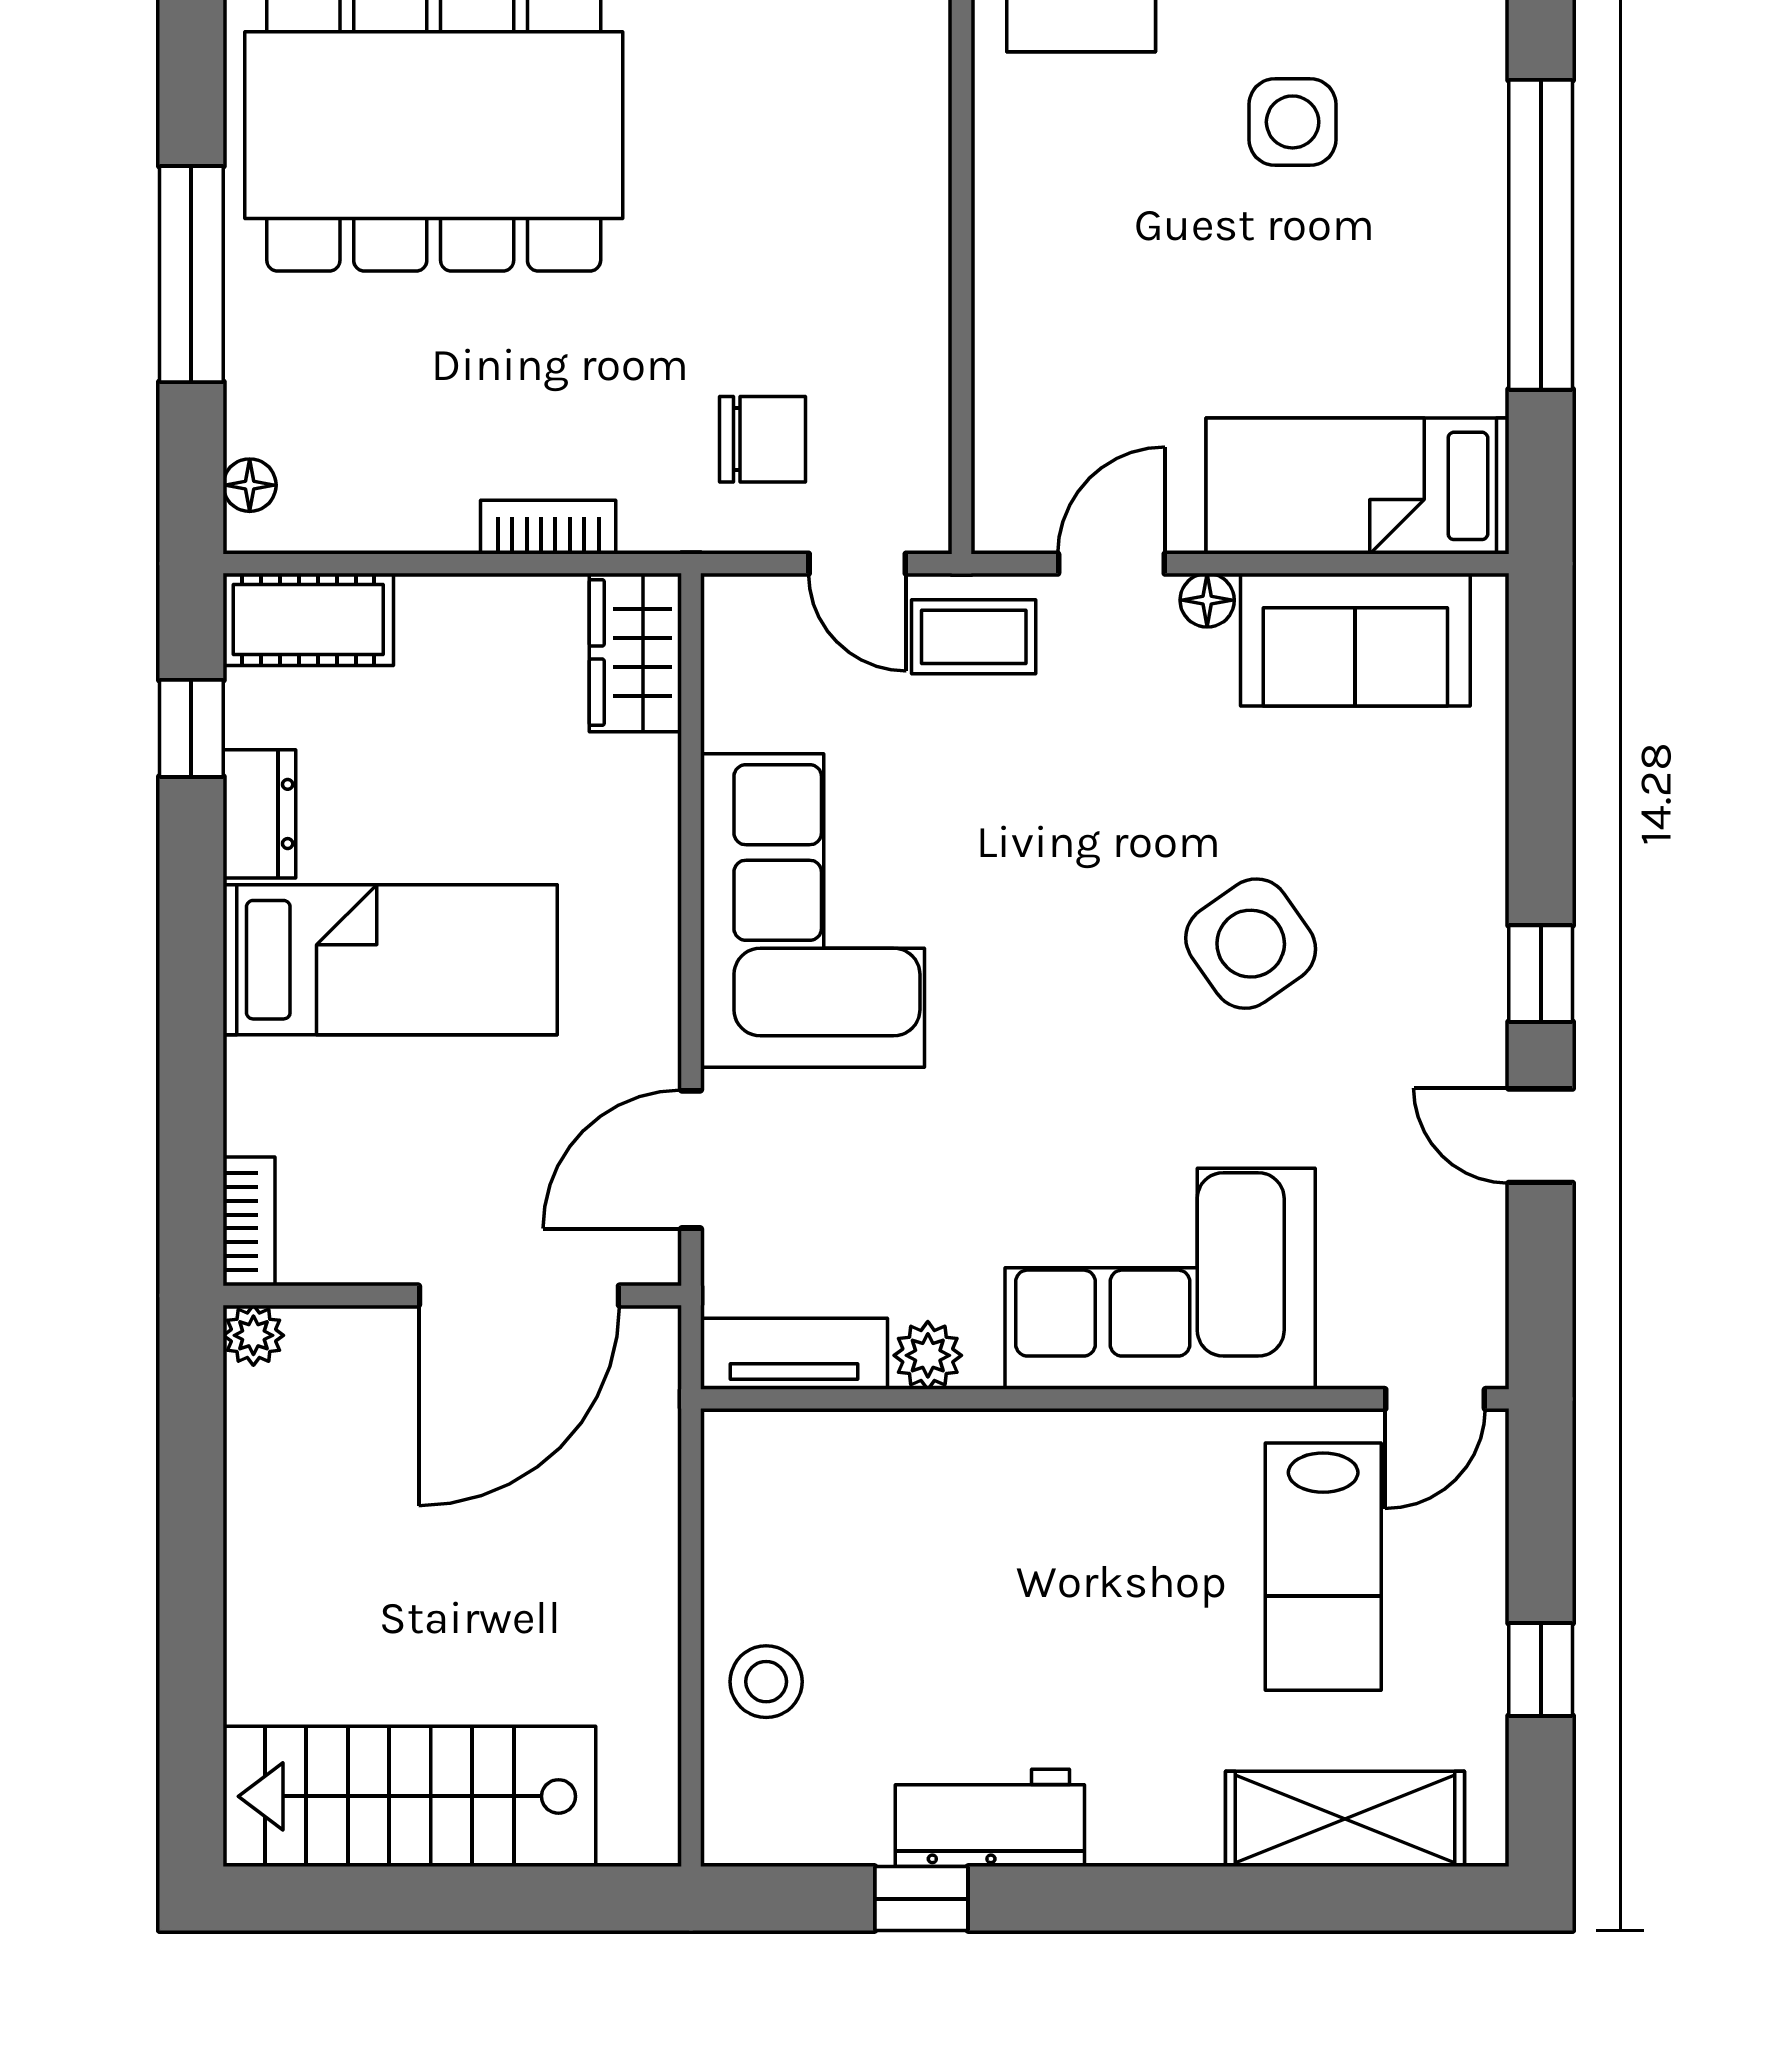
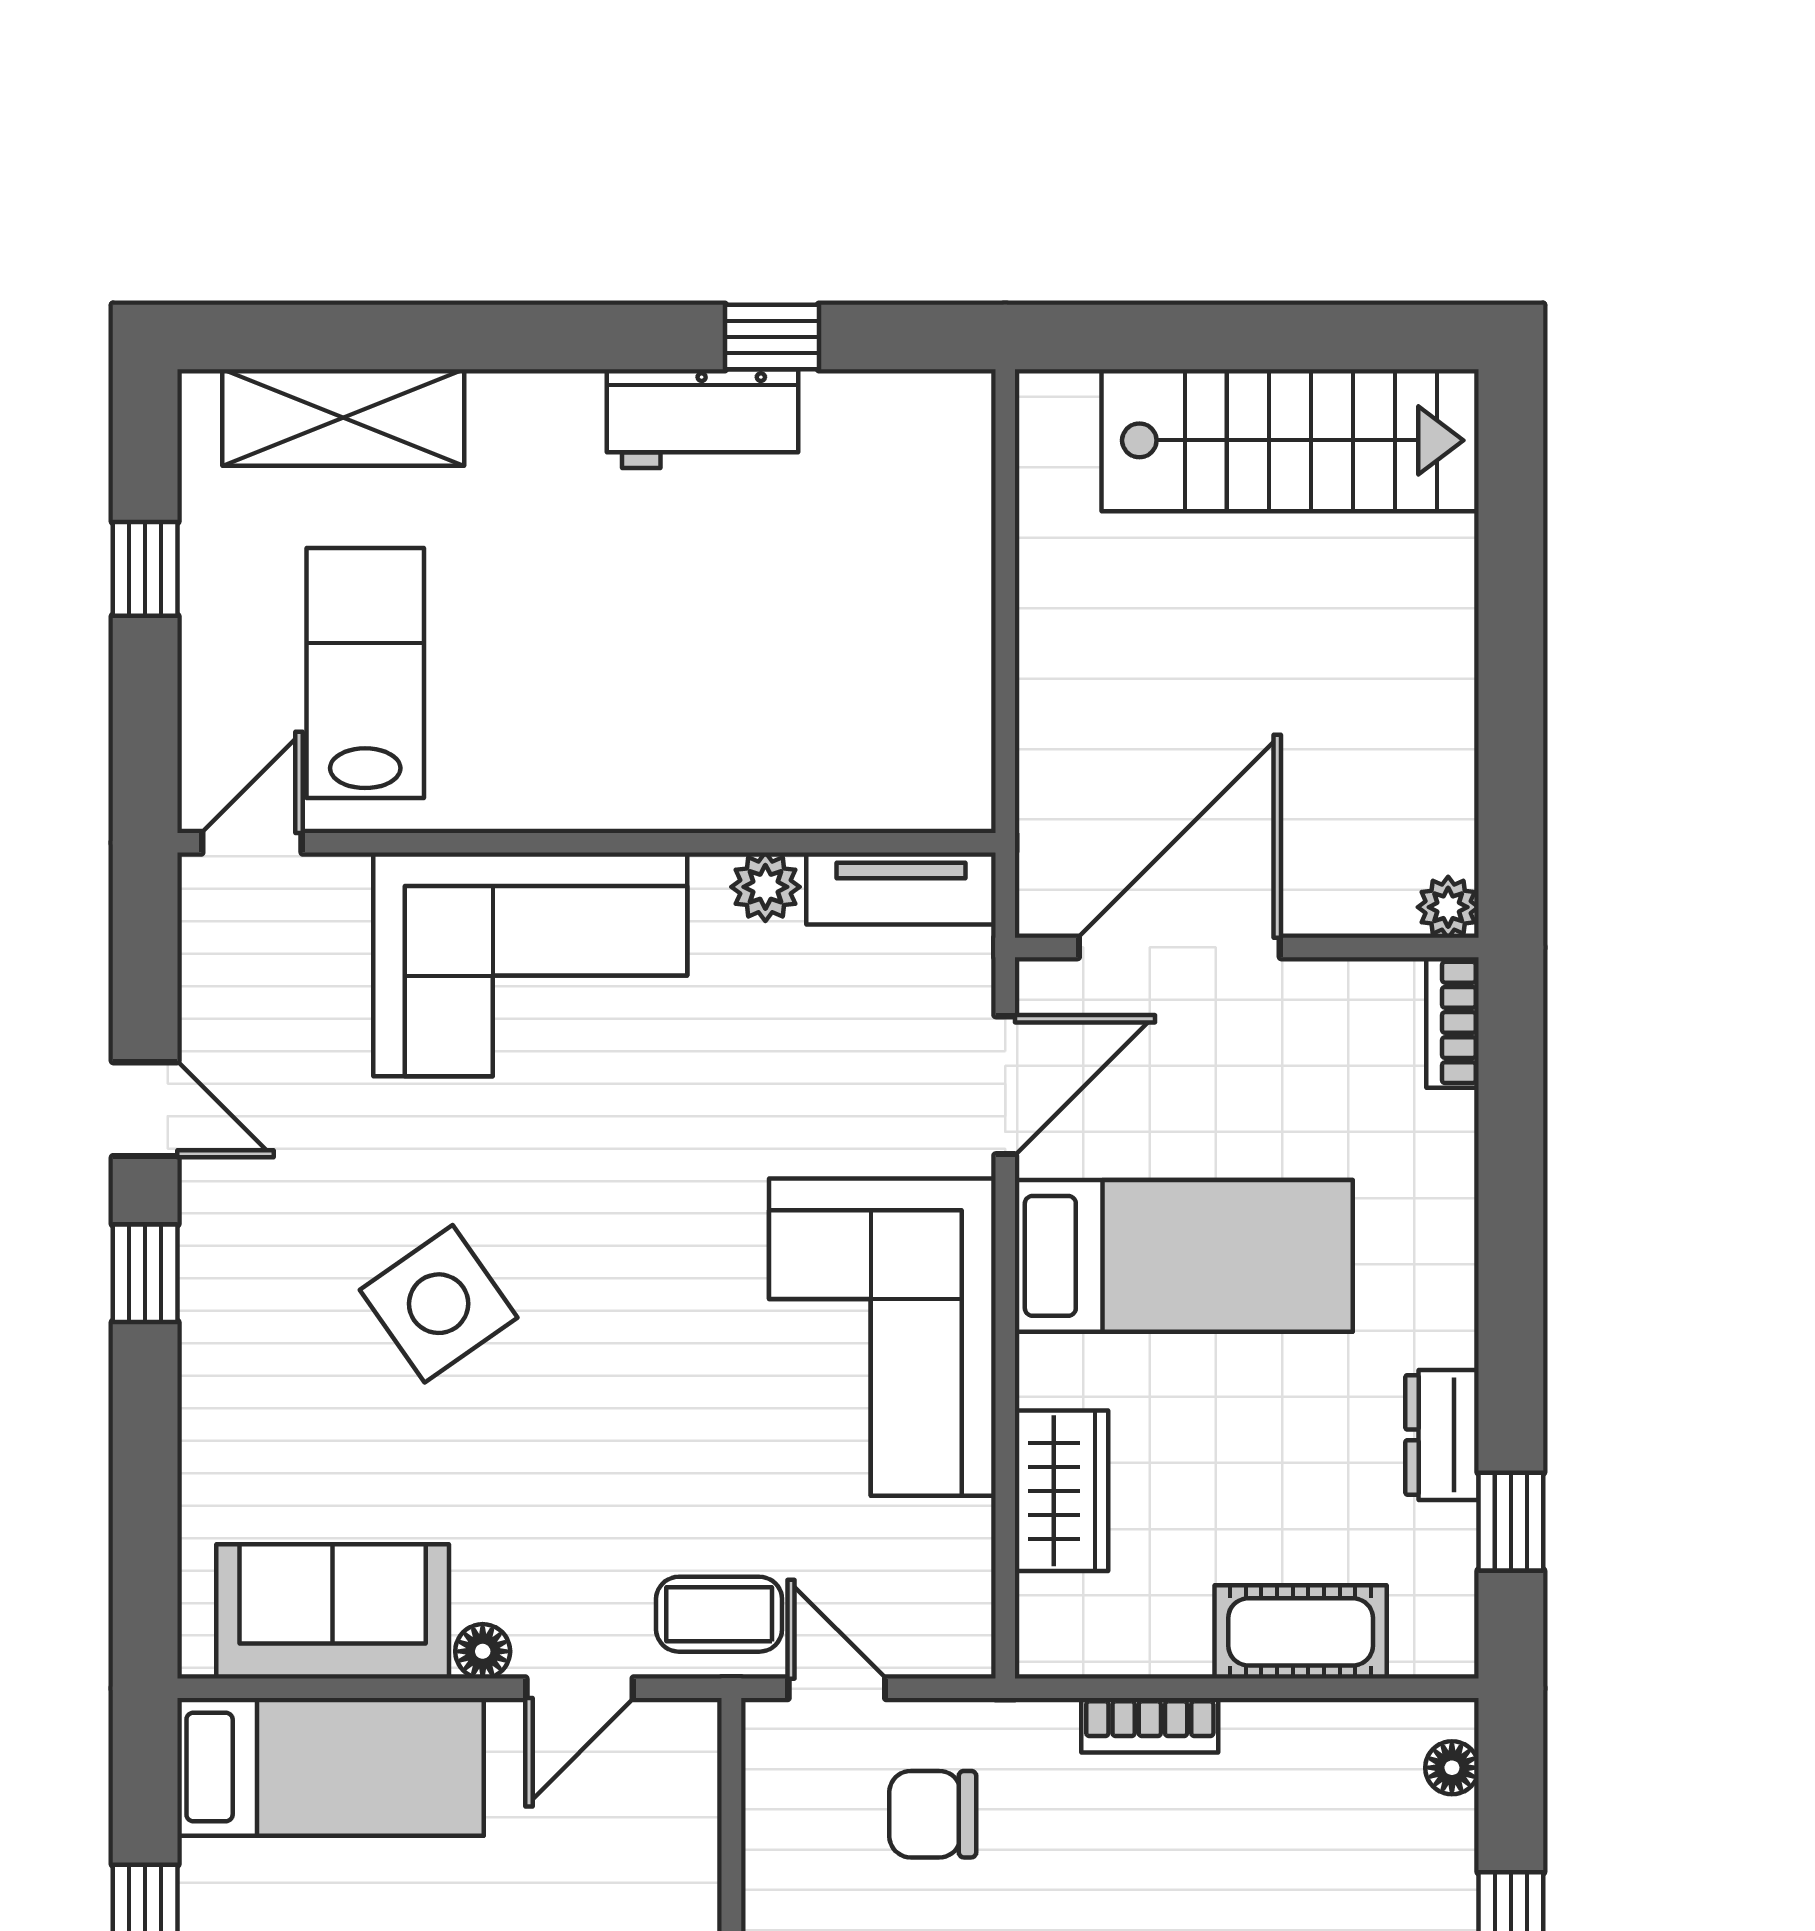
cot: (308, 619) -> (1301, 1632), moved
wardrobe: (635, 653) -> (1061, 1491), moved
bed: (390, 960) -> (1184, 1256), moved, turned 180
stool: (766, 1682) -> (929, 557), removed

